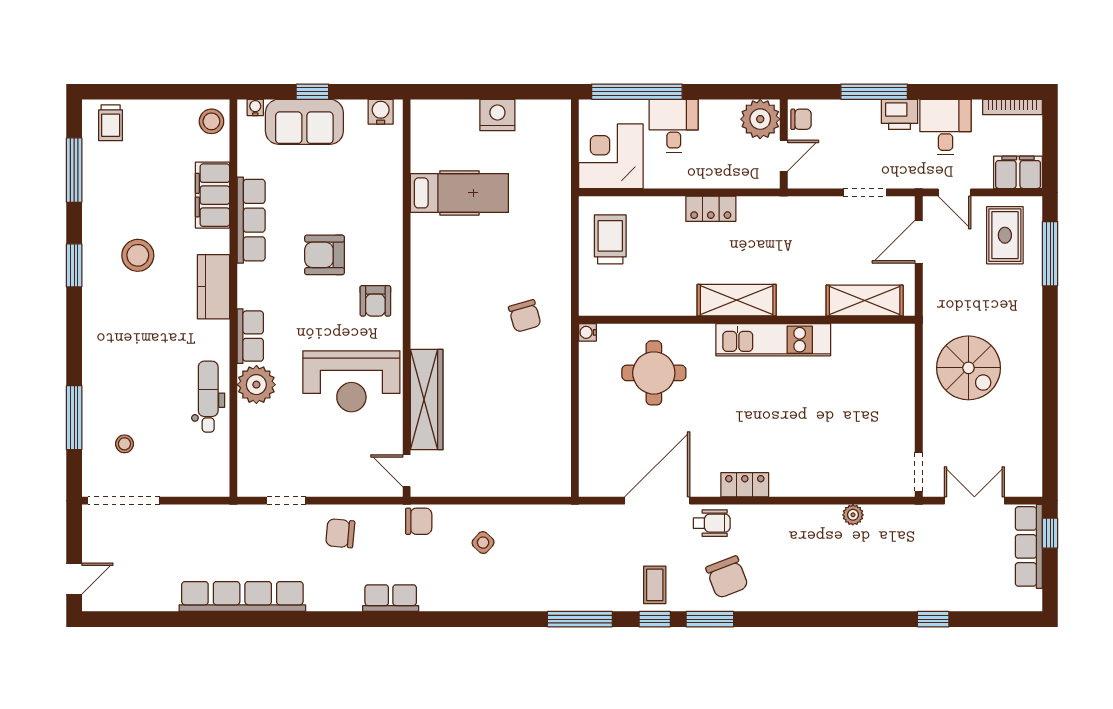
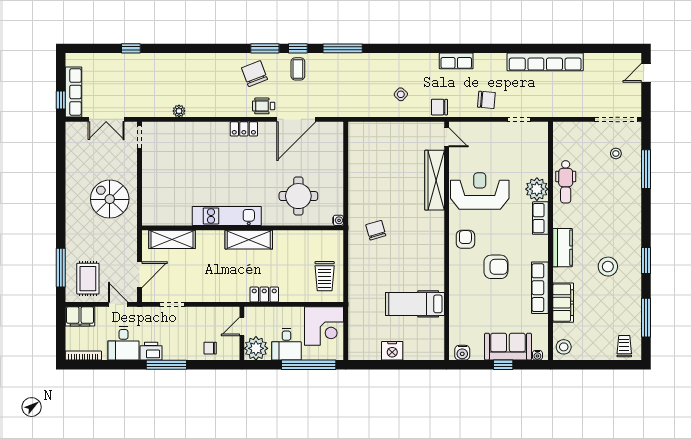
plant: (760, 119) -> (256, 348), moved
wall: (784, 144) -> (242, 333), moved
door: (784, 156) -> (242, 326), moved

